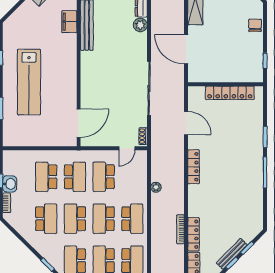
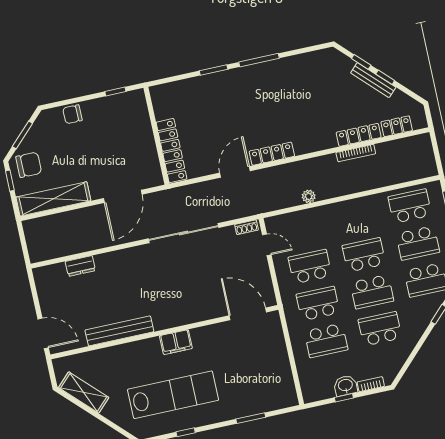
filing cabinet: (69, 22) -> (176, 342), moved
plant: (140, 25) -> (104, 262), removed
lab bench: (29, 82) -> (173, 395), moved
locker: (230, 93) -> (171, 151), moved
door: (186, 123) -> (235, 172), moved
school desk: (104, 177) -> (310, 267), turned 180
school desk: (104, 219) -> (364, 255), turned 180
school desk: (132, 219) -> (356, 218), removed

